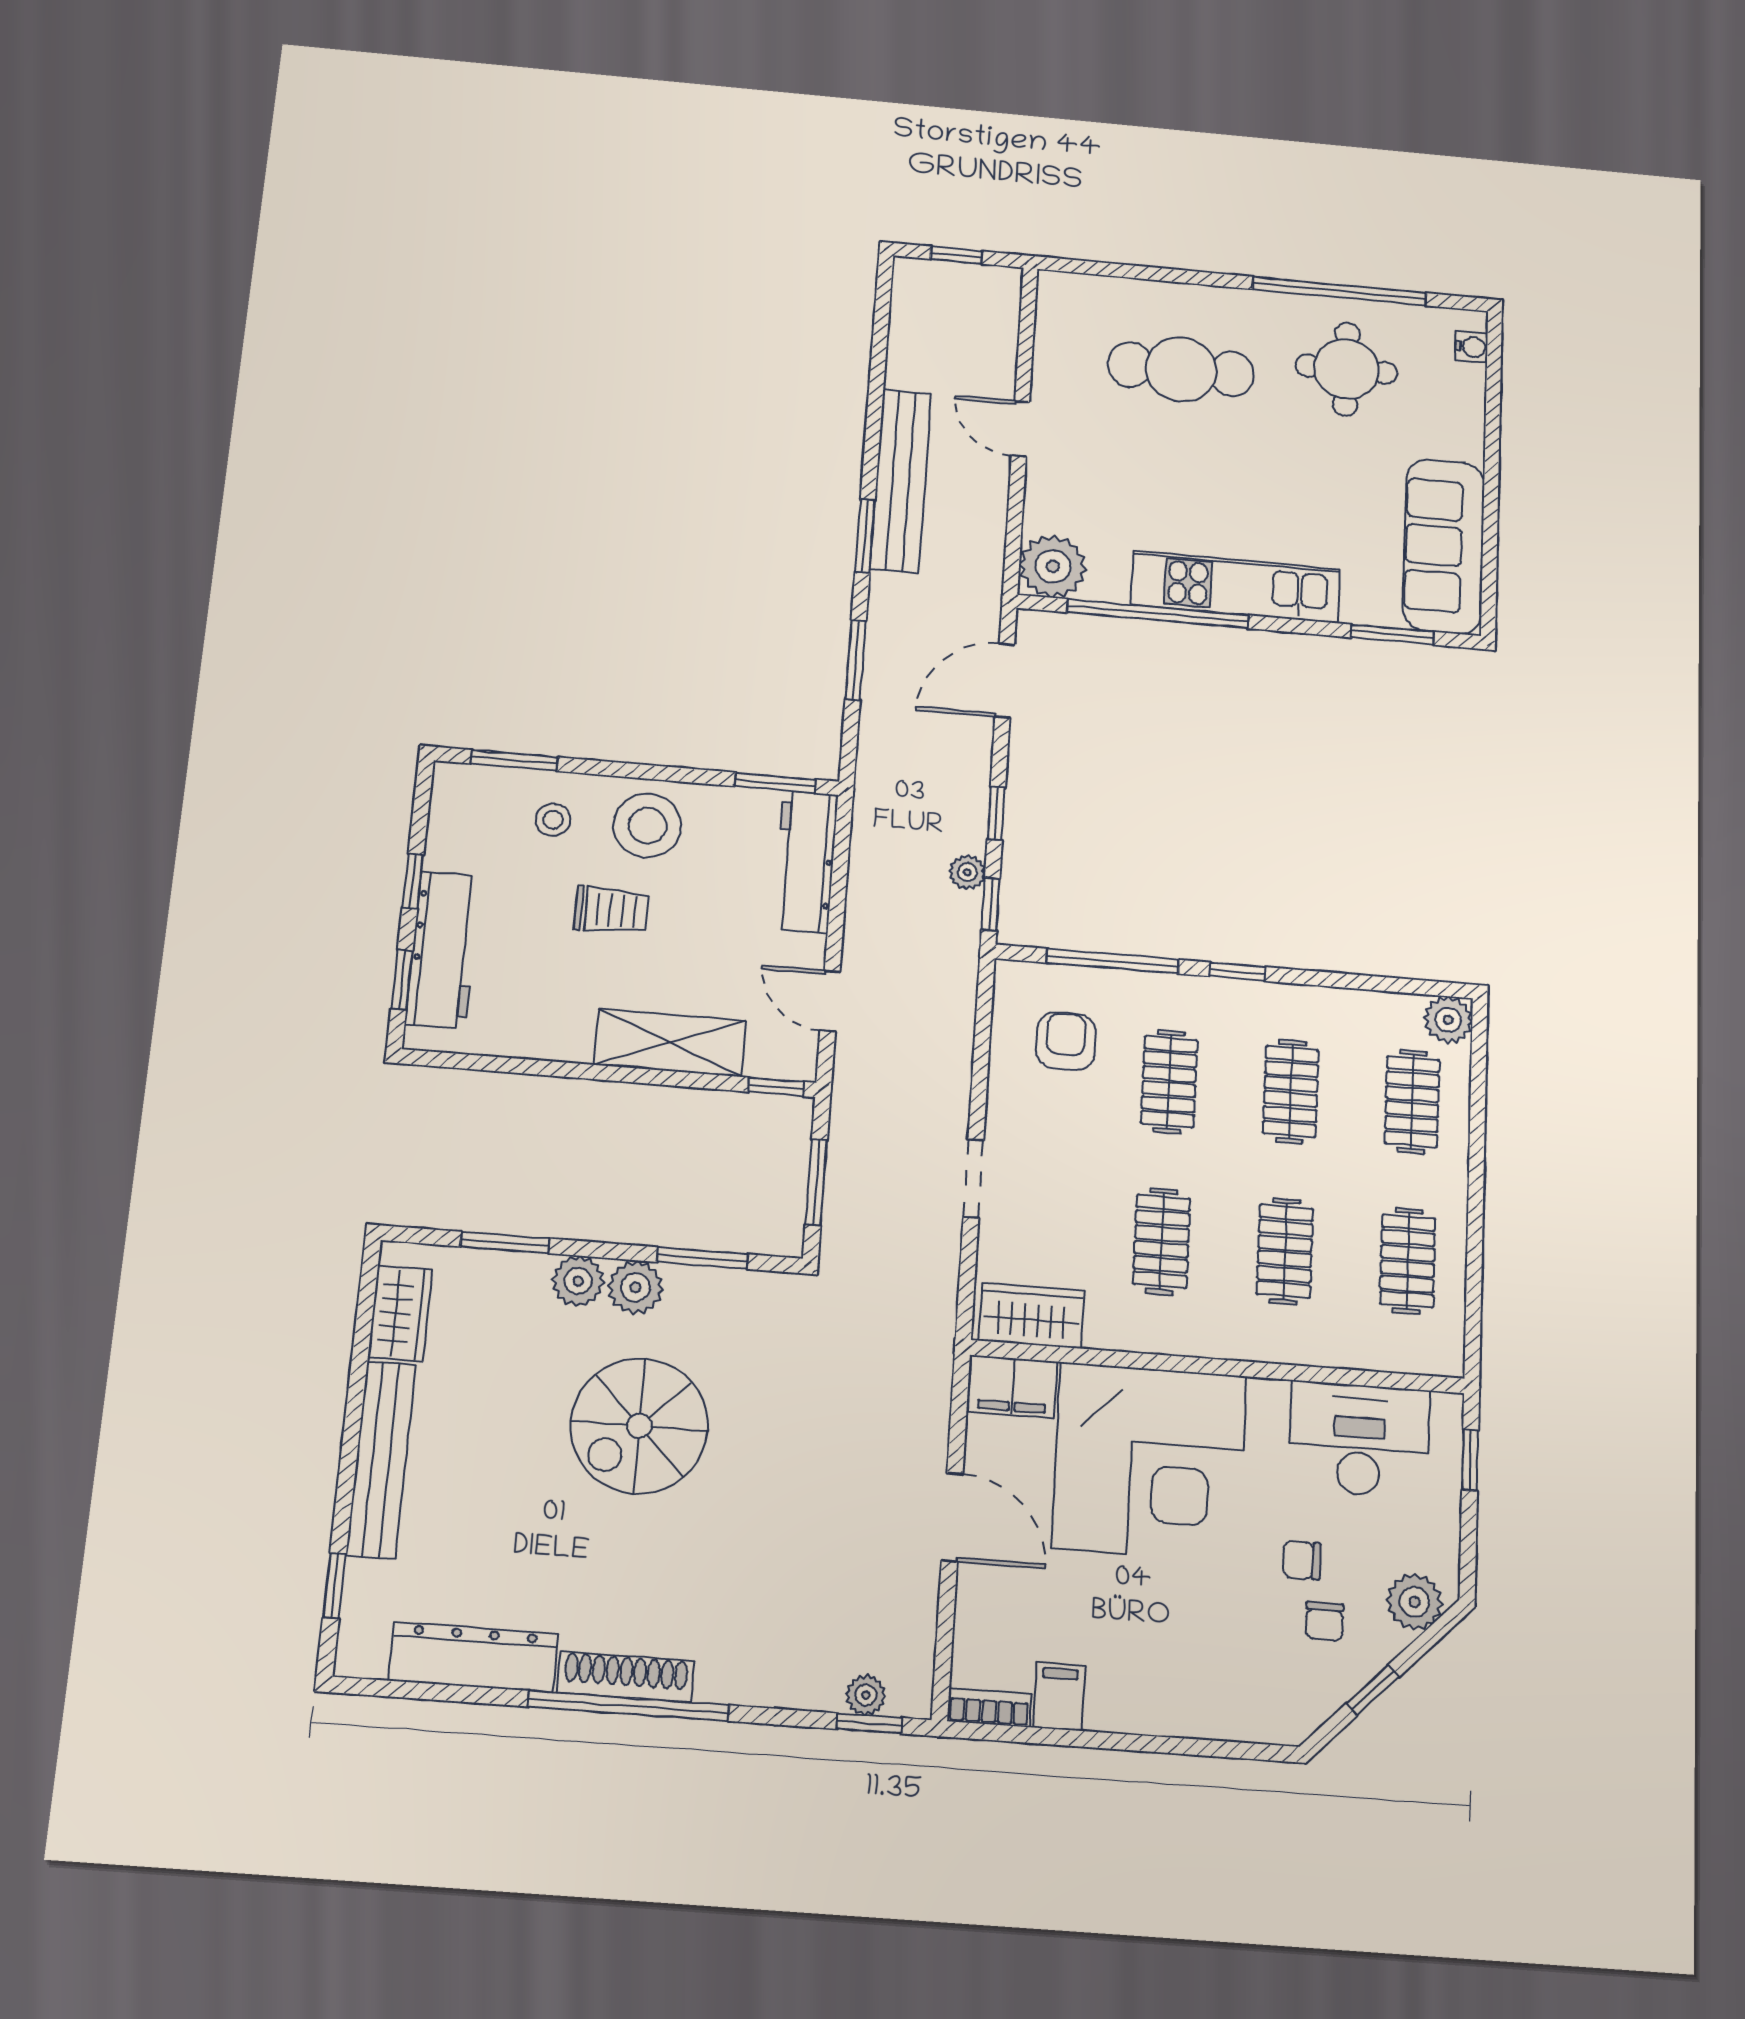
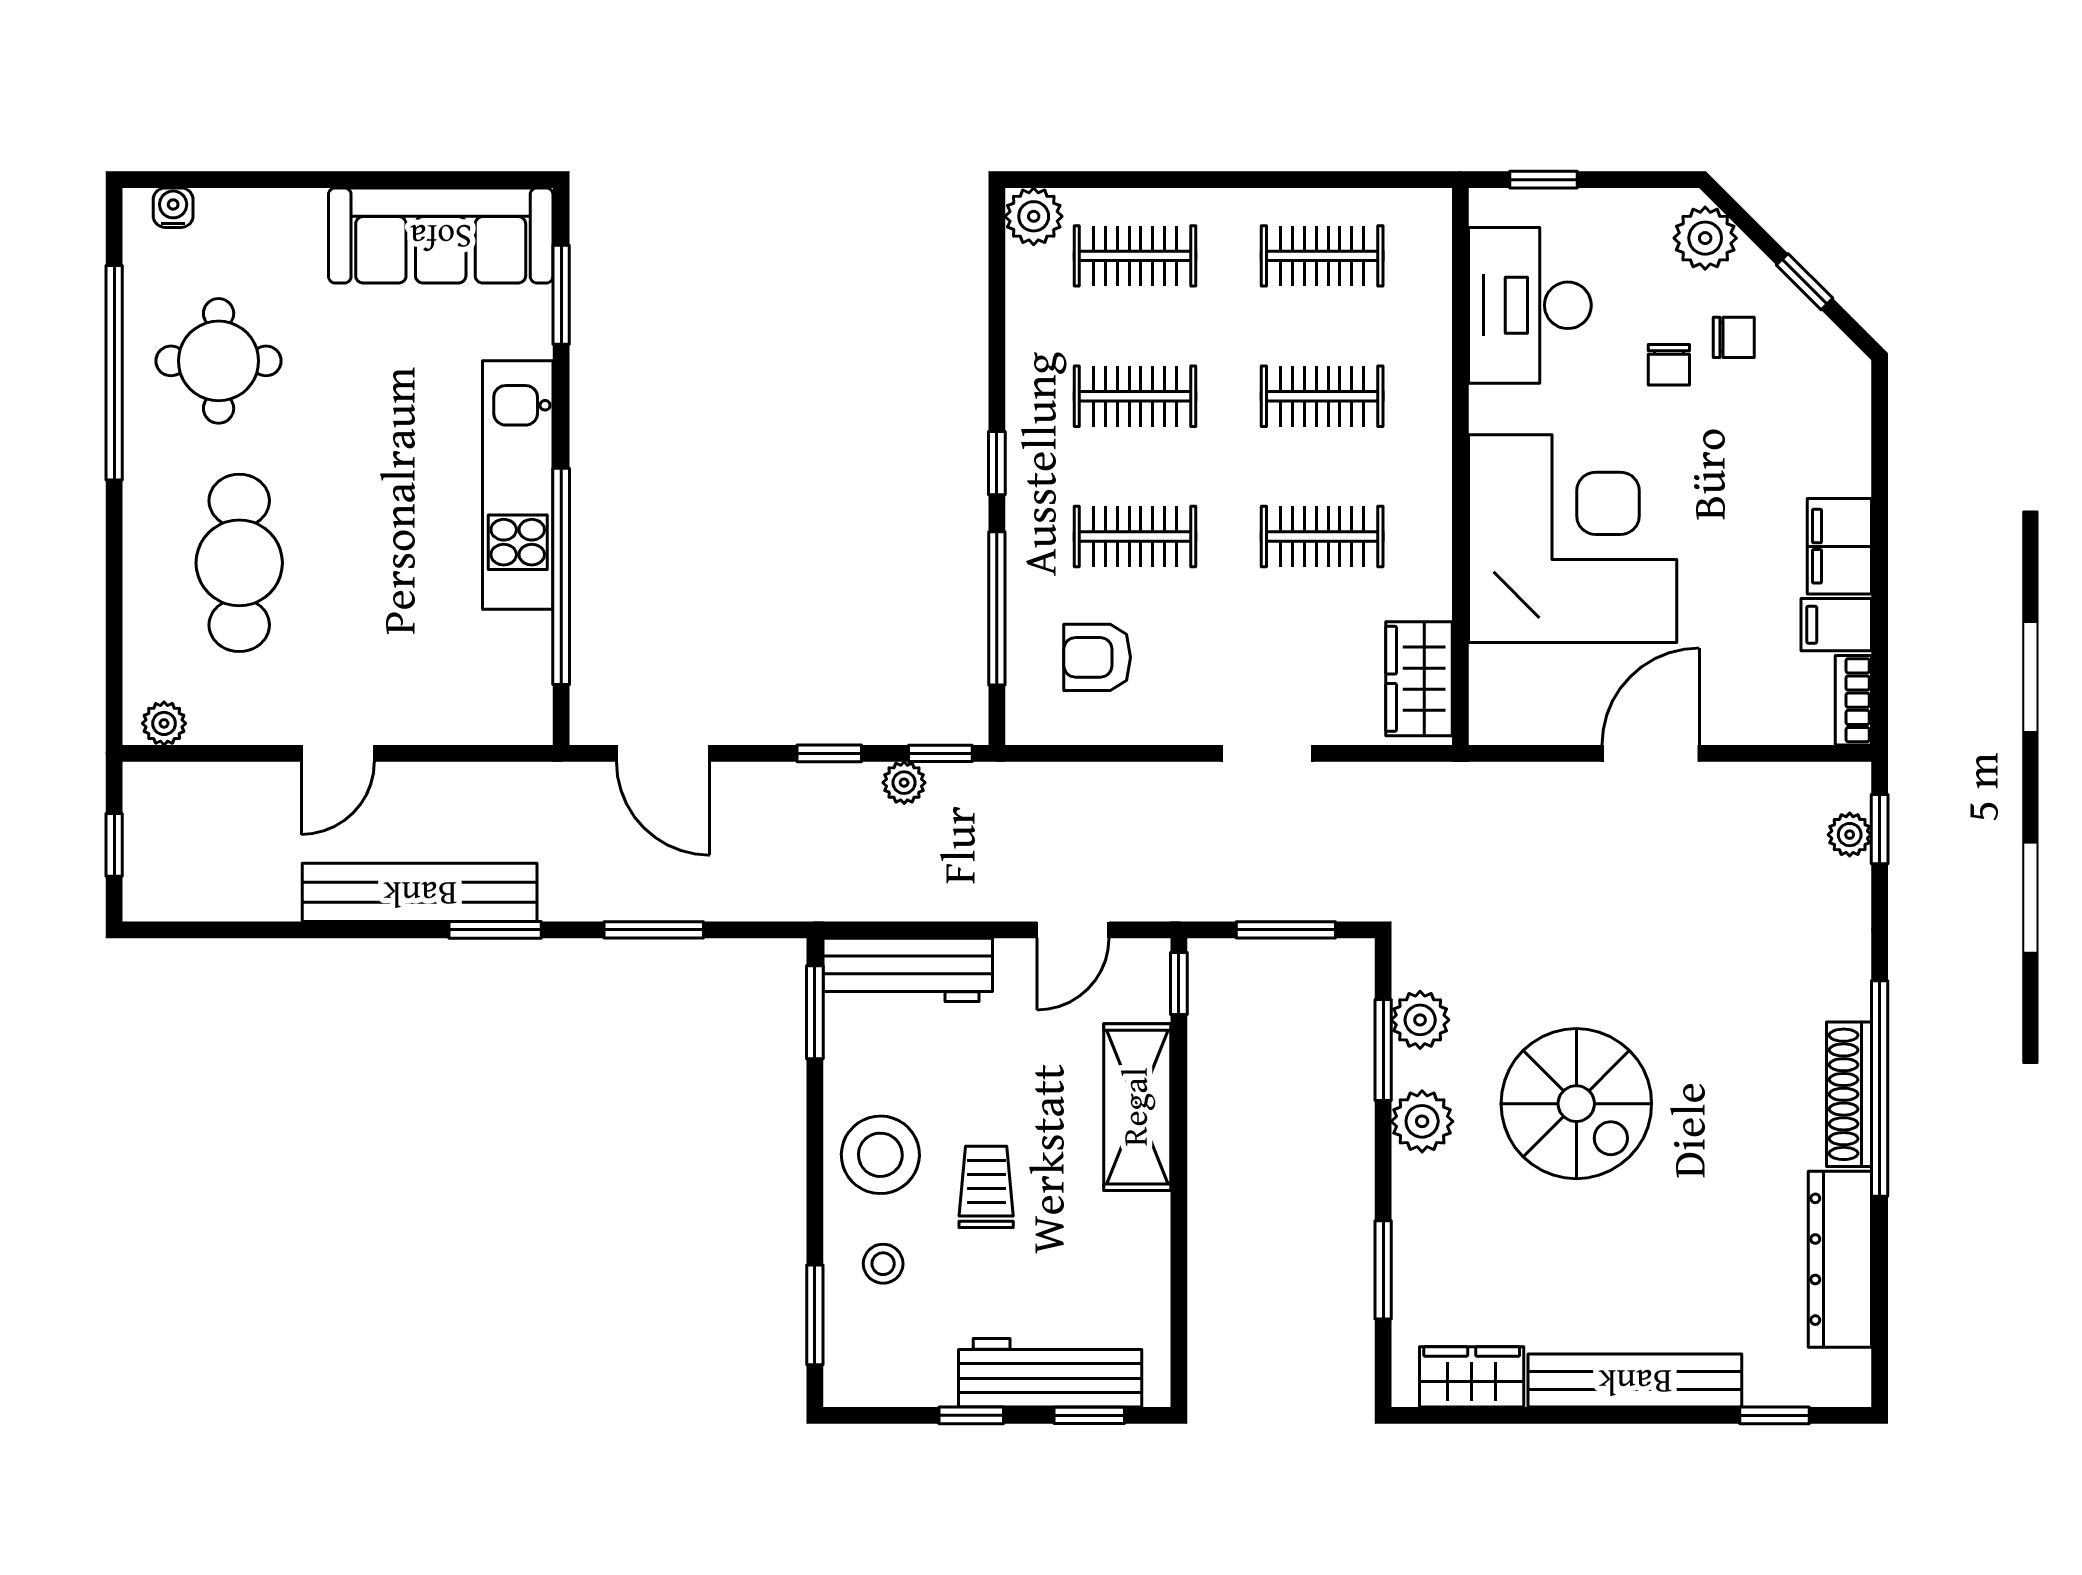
plant: (1053, 566) -> (164, 723), moved, width x0.53, depth x0.53
plant: (578, 1281) -> (1420, 1020), moved
filing cabinet: (1013, 1386) -> (1839, 546), moved, turned 180

